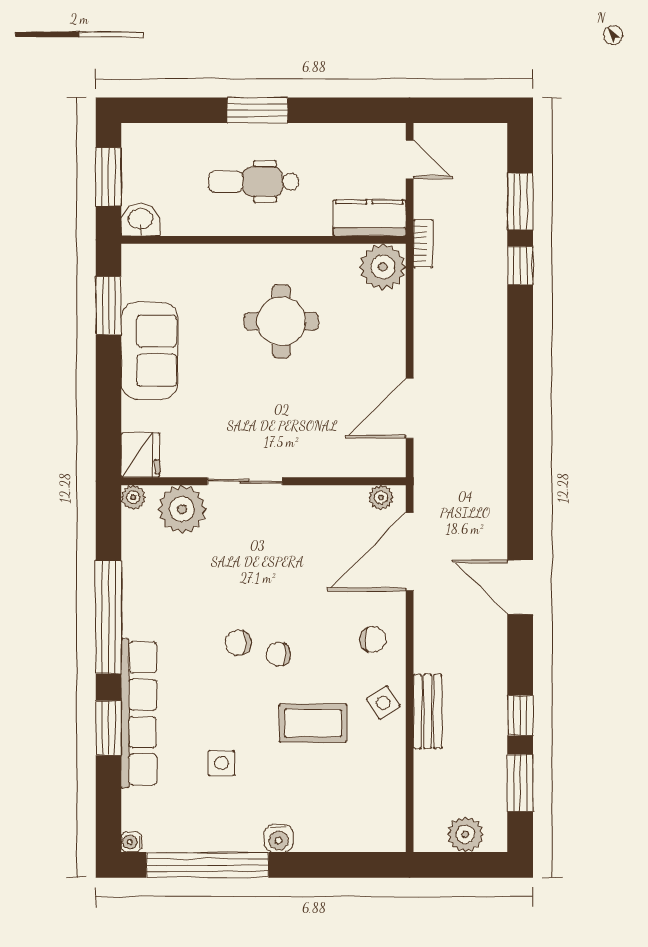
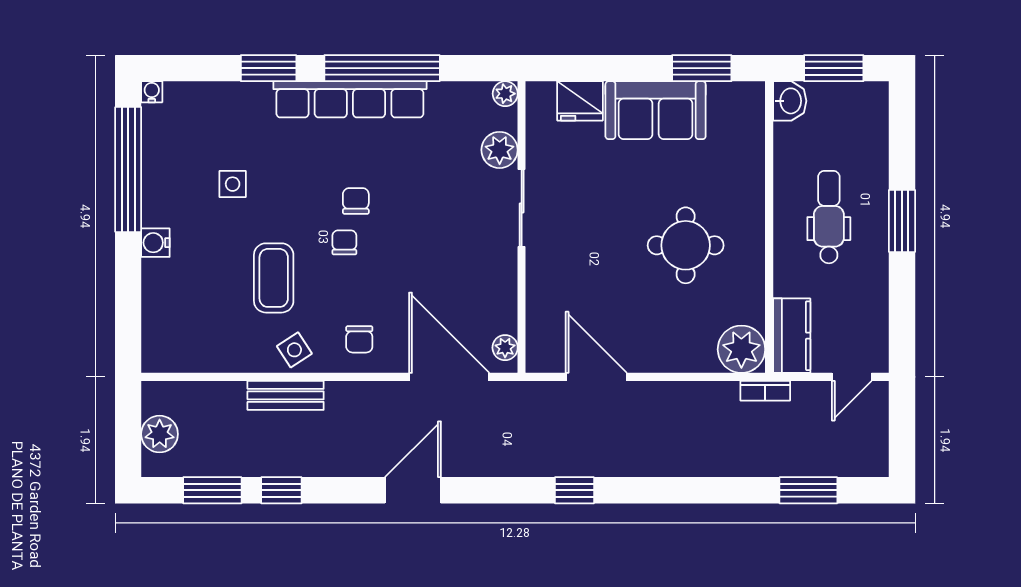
window: (520, 266) -> (574, 490), moved
fridge: (140, 455) -> (580, 101), moved
plant: (182, 509) -> (500, 150), width x0.73, depth x0.73
row of seats: (139, 713) -> (350, 99), moved

